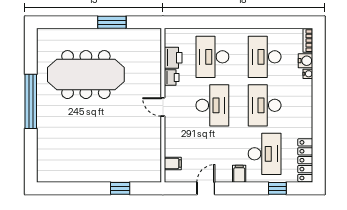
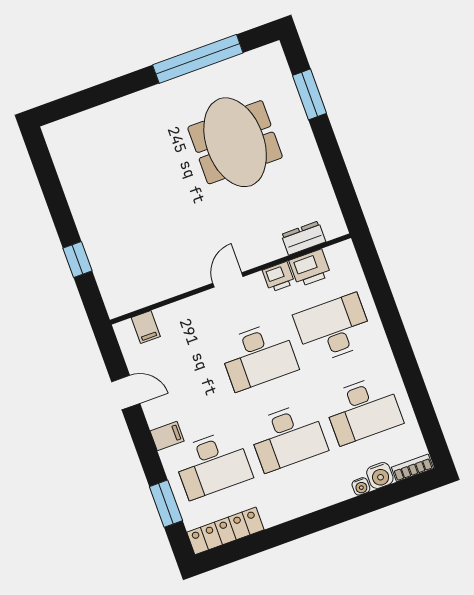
window: (112, 22) -> (310, 94), moved
dresser: (155, 55) -> (303, 238), added
desk: (265, 57) -> (363, 410), turned 180
meeting table: (86, 75) -> (235, 142), width x0.73
window: (31, 101) -> (198, 59), moved
desk: (265, 105) -> (288, 437), turned 180
window: (277, 188) -> (166, 504), width x1.50

